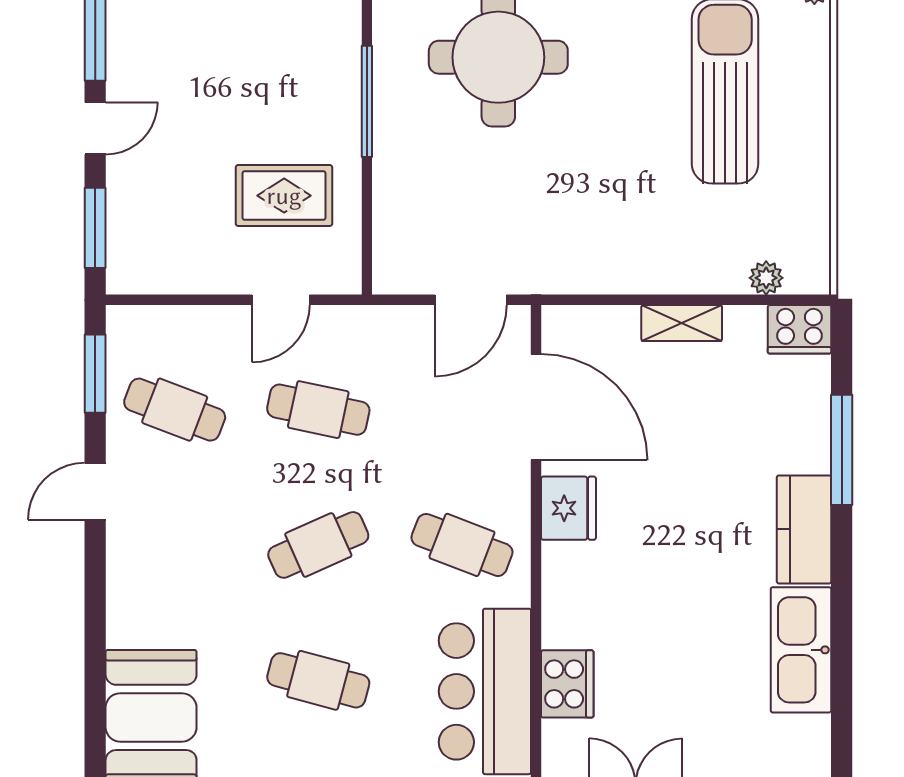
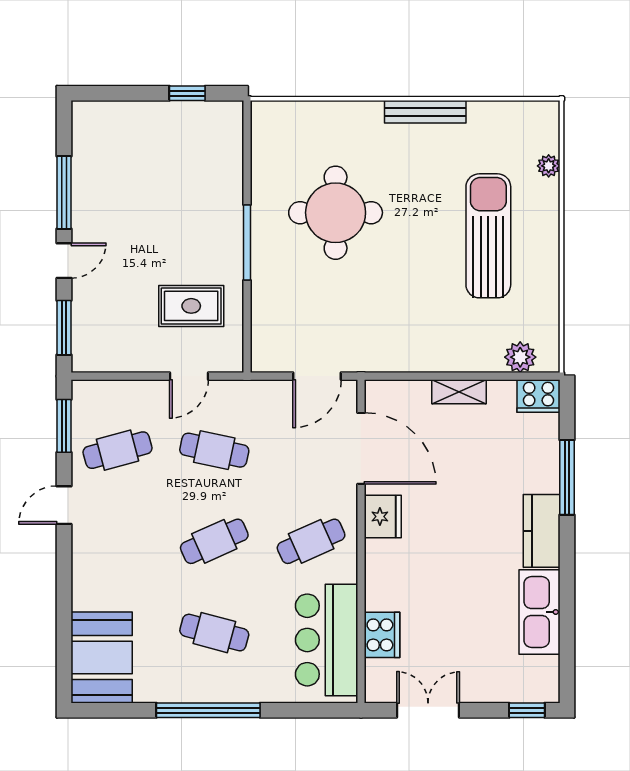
plant: (766, 278) -> (520, 357), width x1.38, depth x1.38
cafe table: (175, 410) -> (118, 450), turned -36
cafe table: (462, 545) -> (311, 541), turned -45

